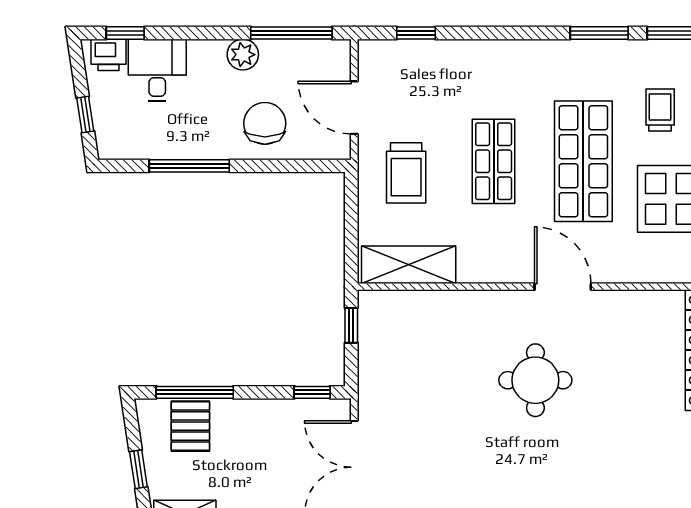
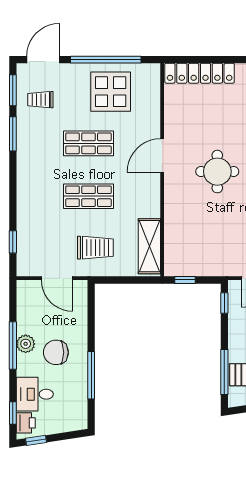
window: (291, 33) -> (13, 345), moved
door: (354, 108) -> (57, 278), hinge flipped
trolley: (660, 110) -> (40, 100), moved
window: (85, 115) -> (36, 440), moved
chair: (265, 123) -> (56, 352), moved
shop shelf: (583, 161) -> (88, 143), width x0.70, depth x0.74

